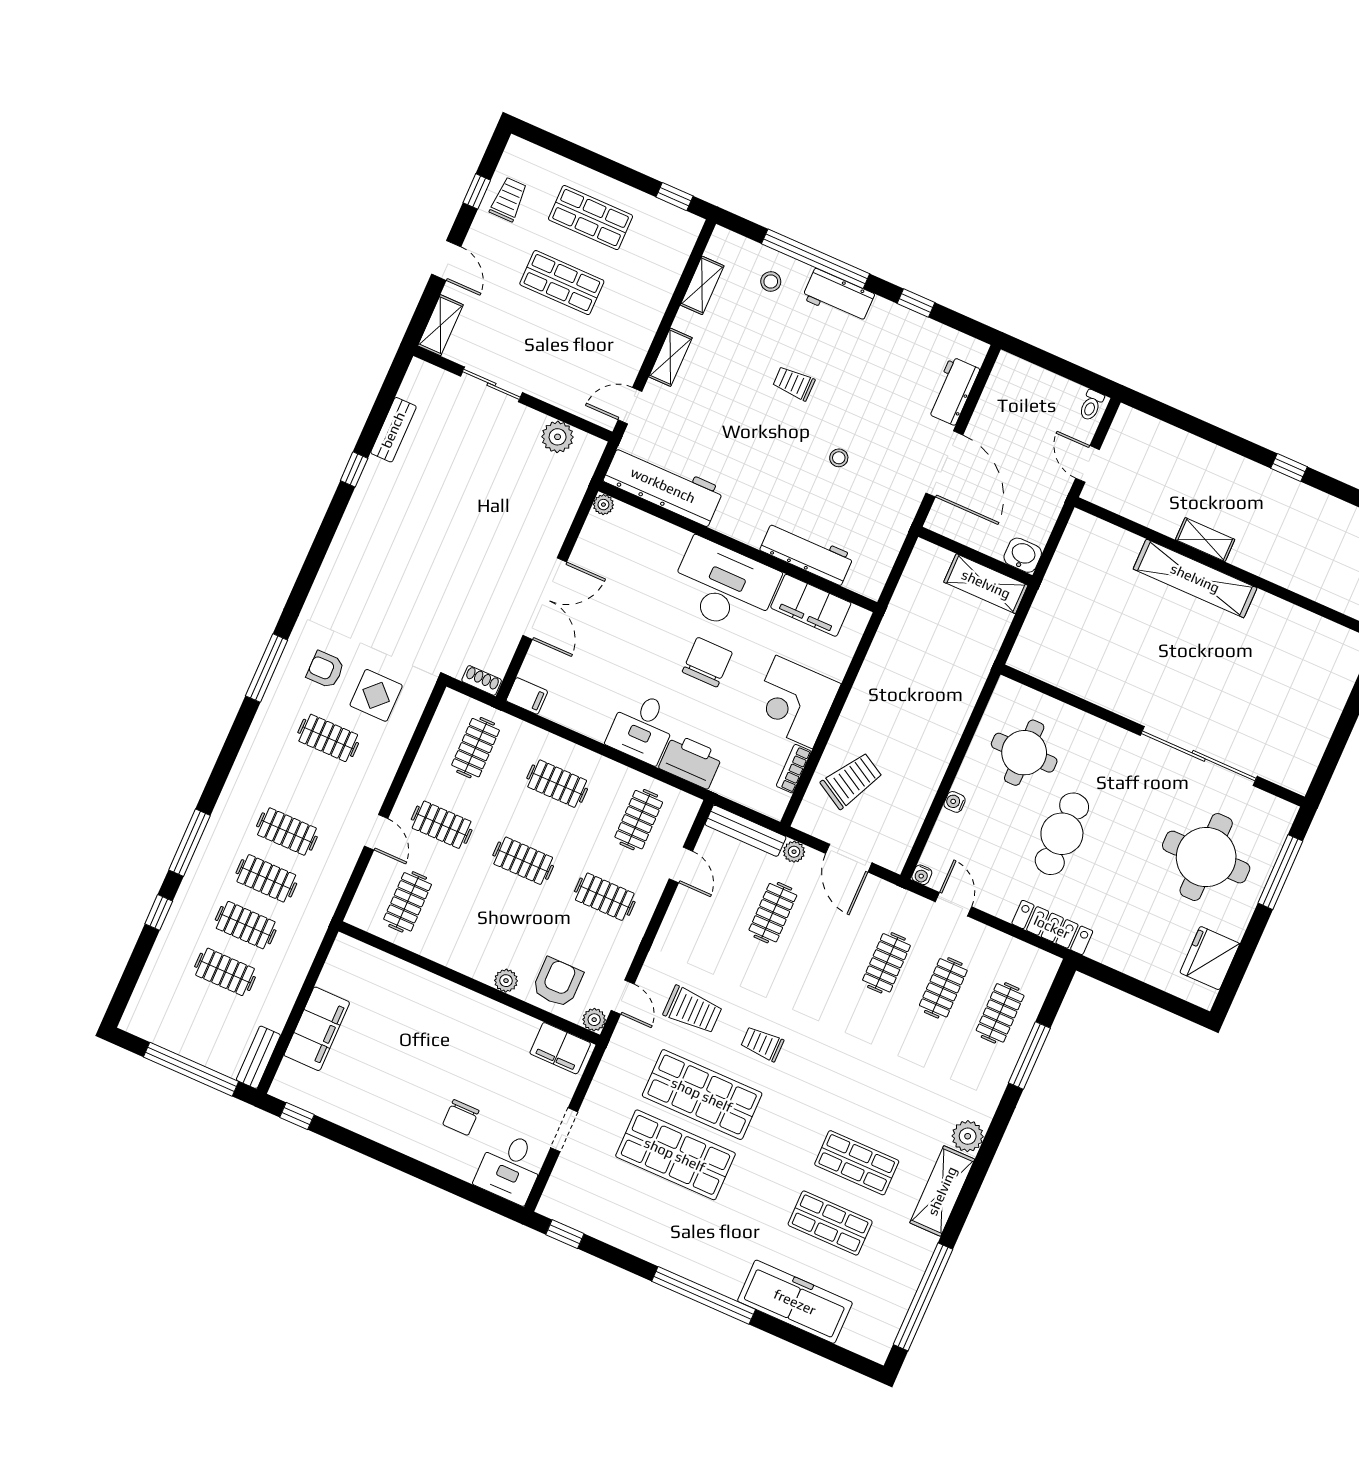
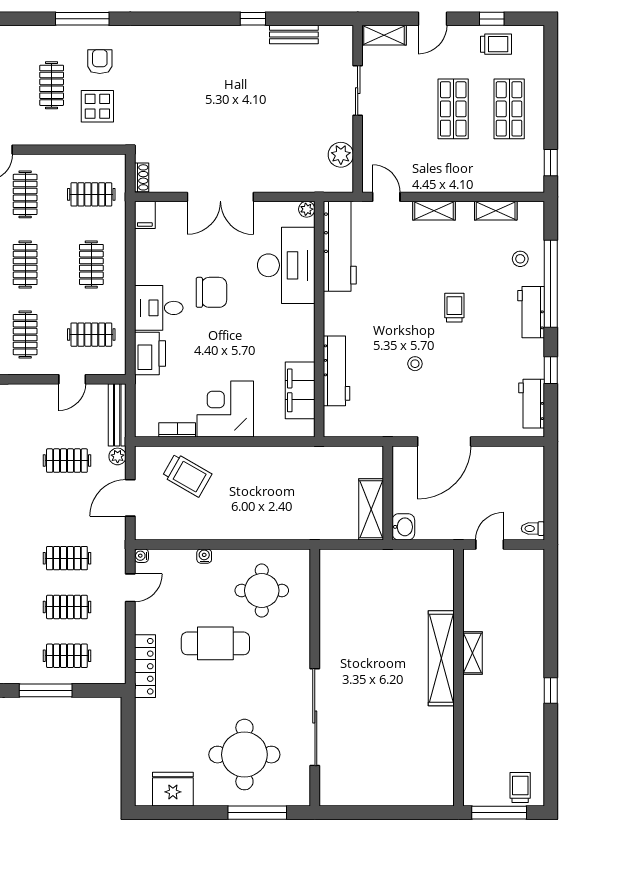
workbench: (953, 391) -> (532, 404), moved, turned -90
desk: (724, 586) -> (286, 265), moved
chair: (707, 662) -> (211, 292), moved

